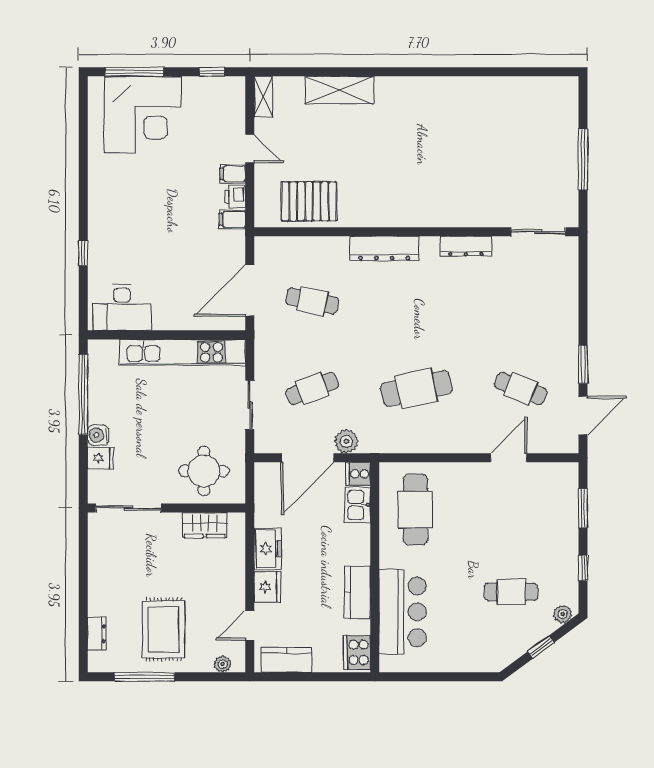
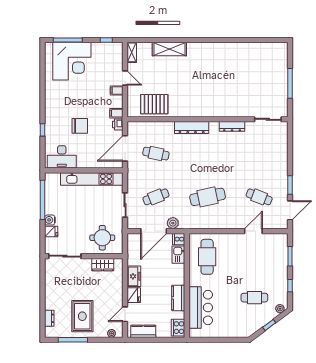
printer: (235, 196) -> (118, 125), moved
chair: (158, 245) -> (80, 126), added

